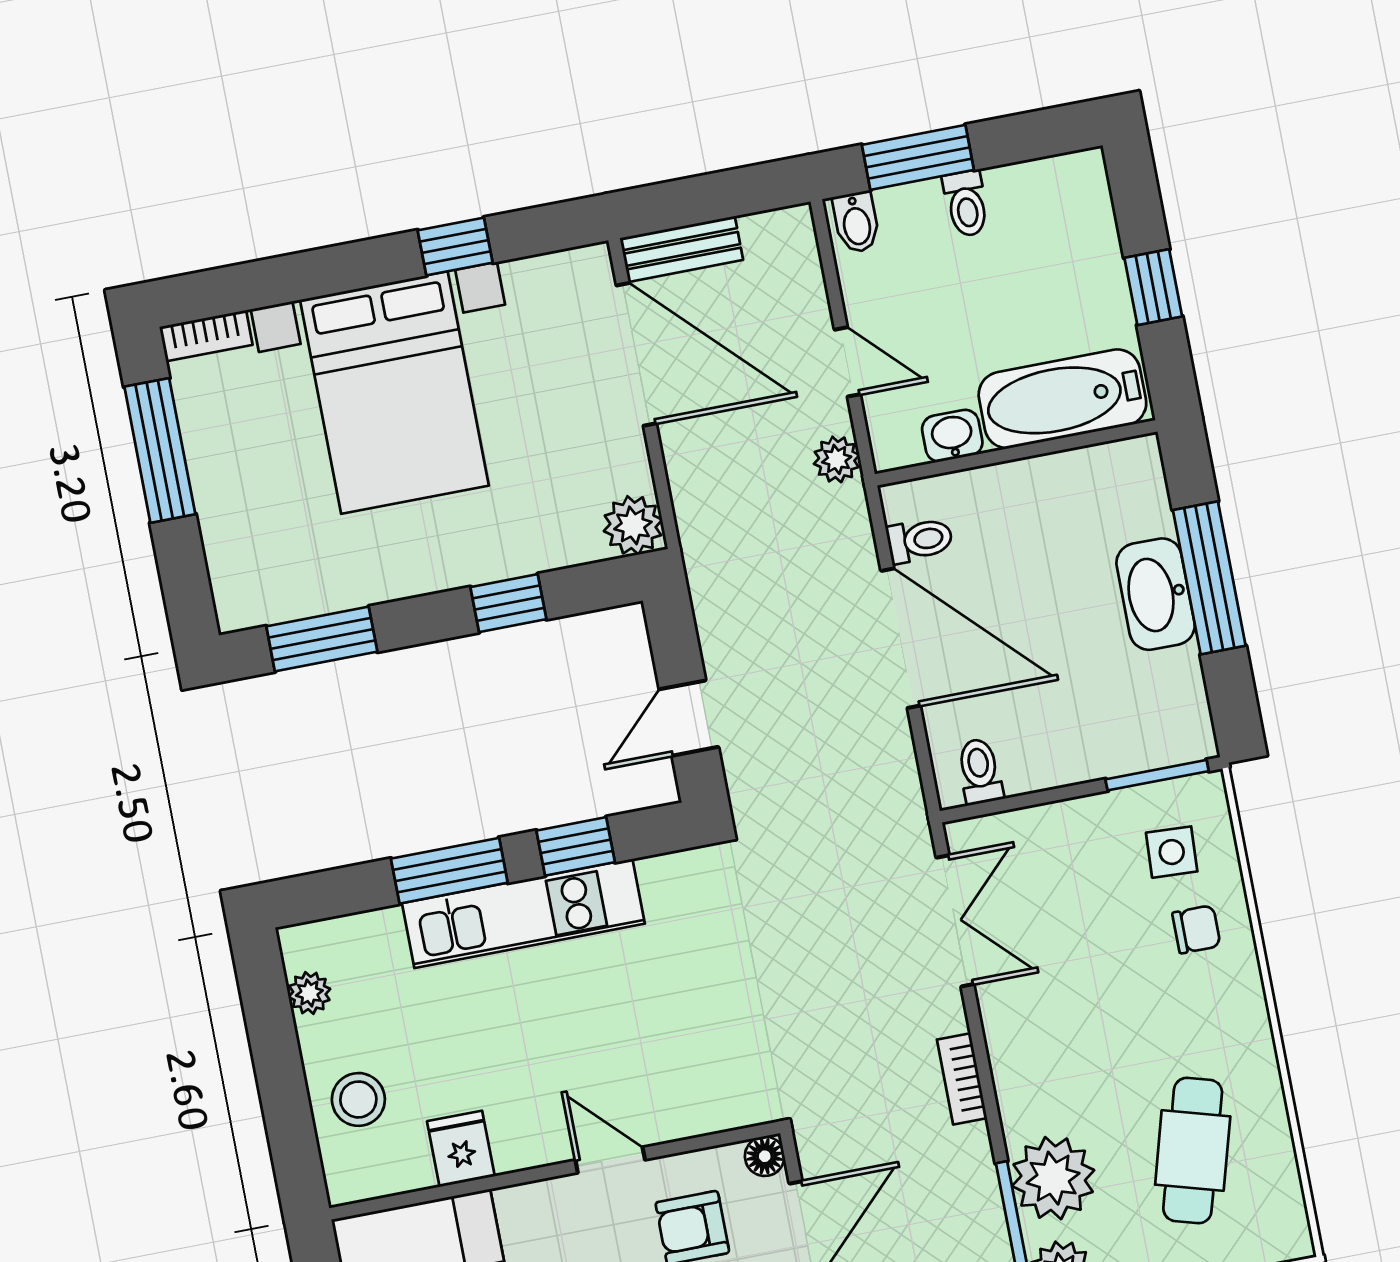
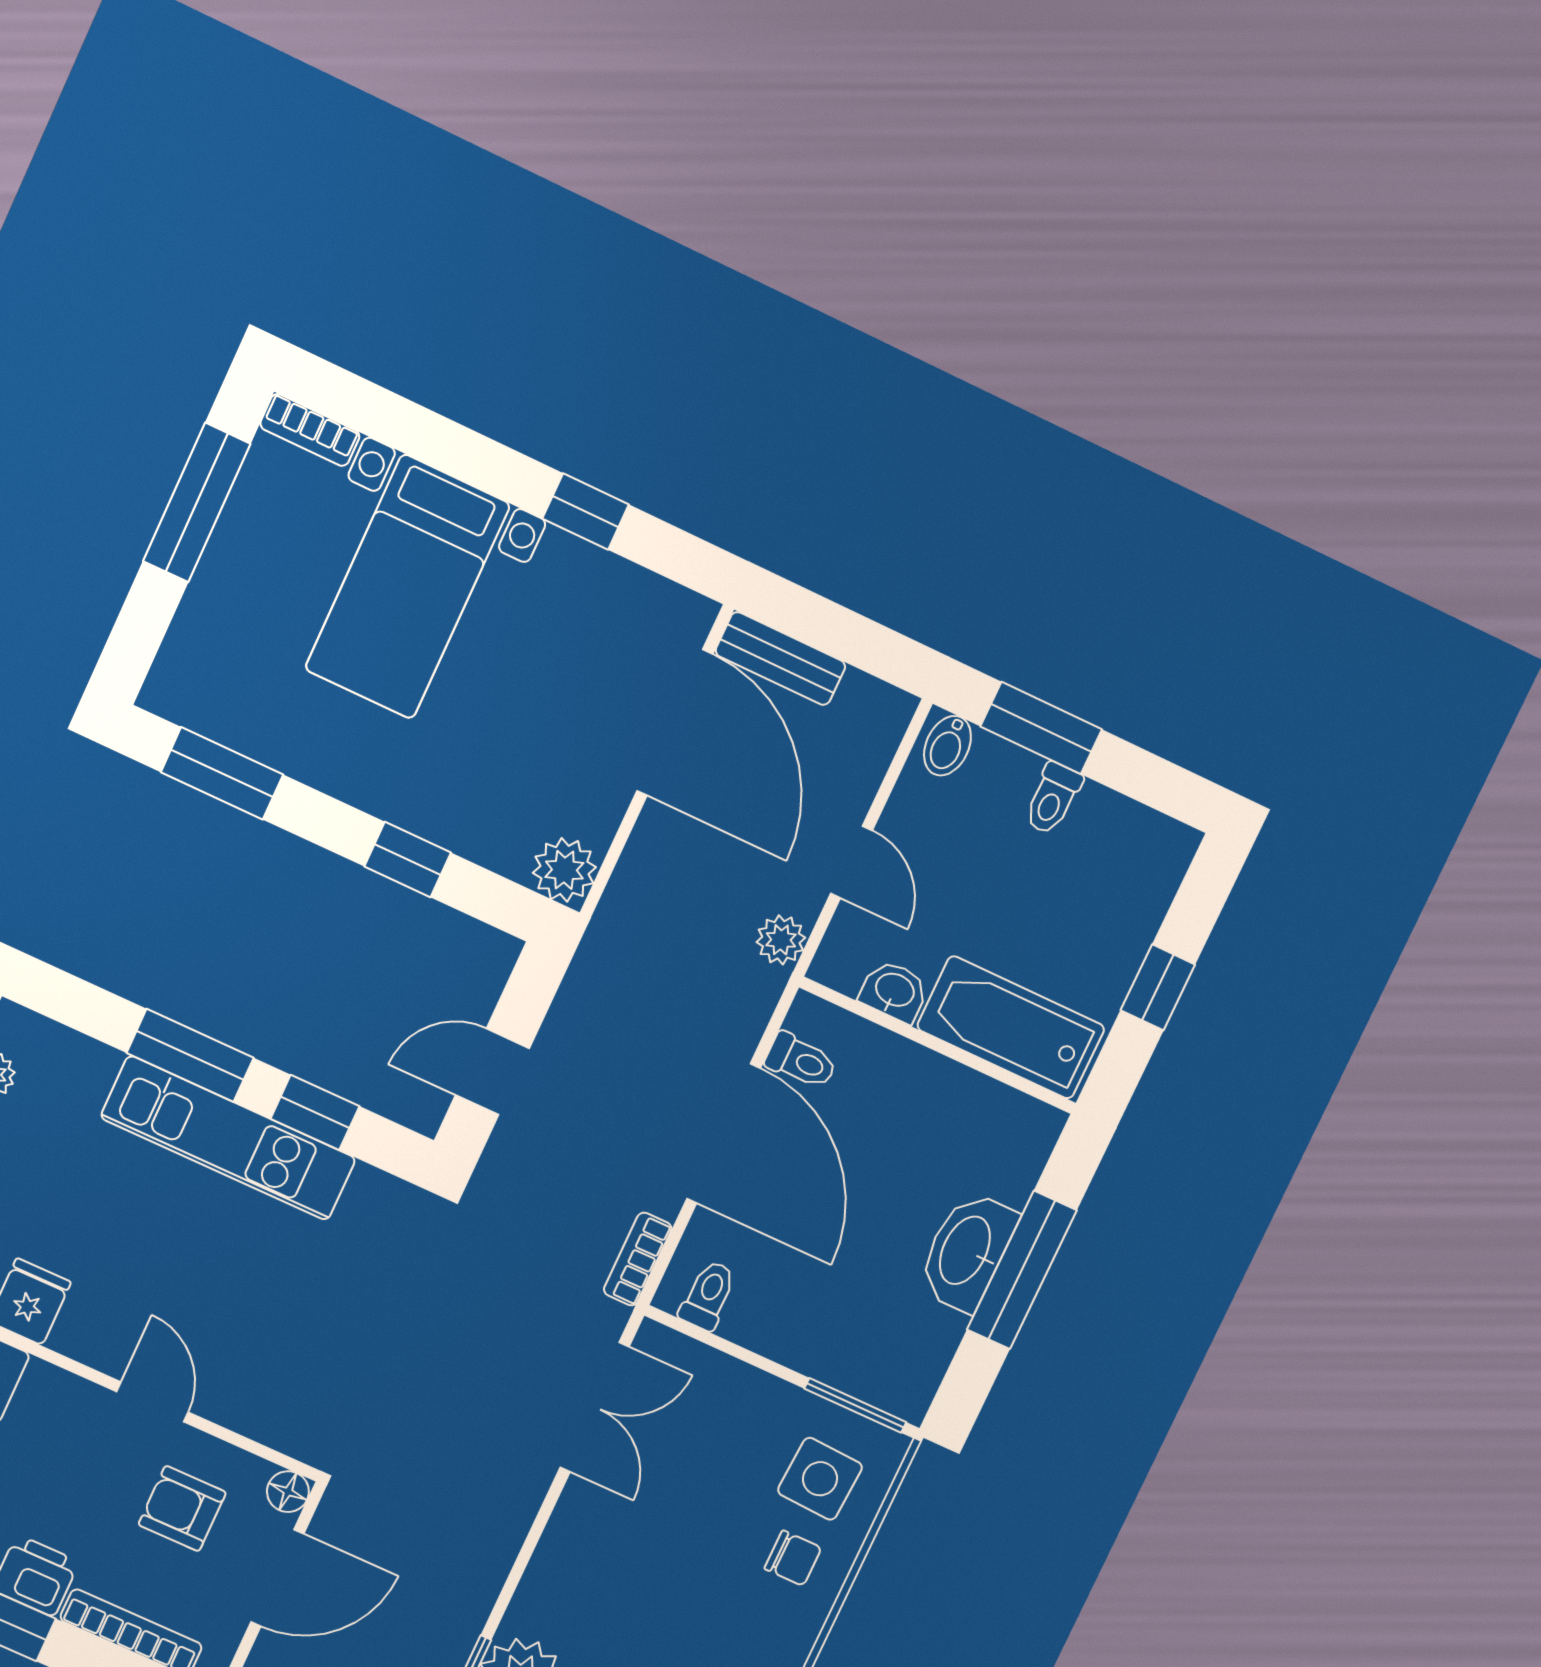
bed with nightstands: (394, 393) -> (407, 587), width x0.73
side table: (1172, 852) -> (820, 1479), width x1.37, depth x1.37
bookcase: (962, 1079) -> (638, 1259), moved

